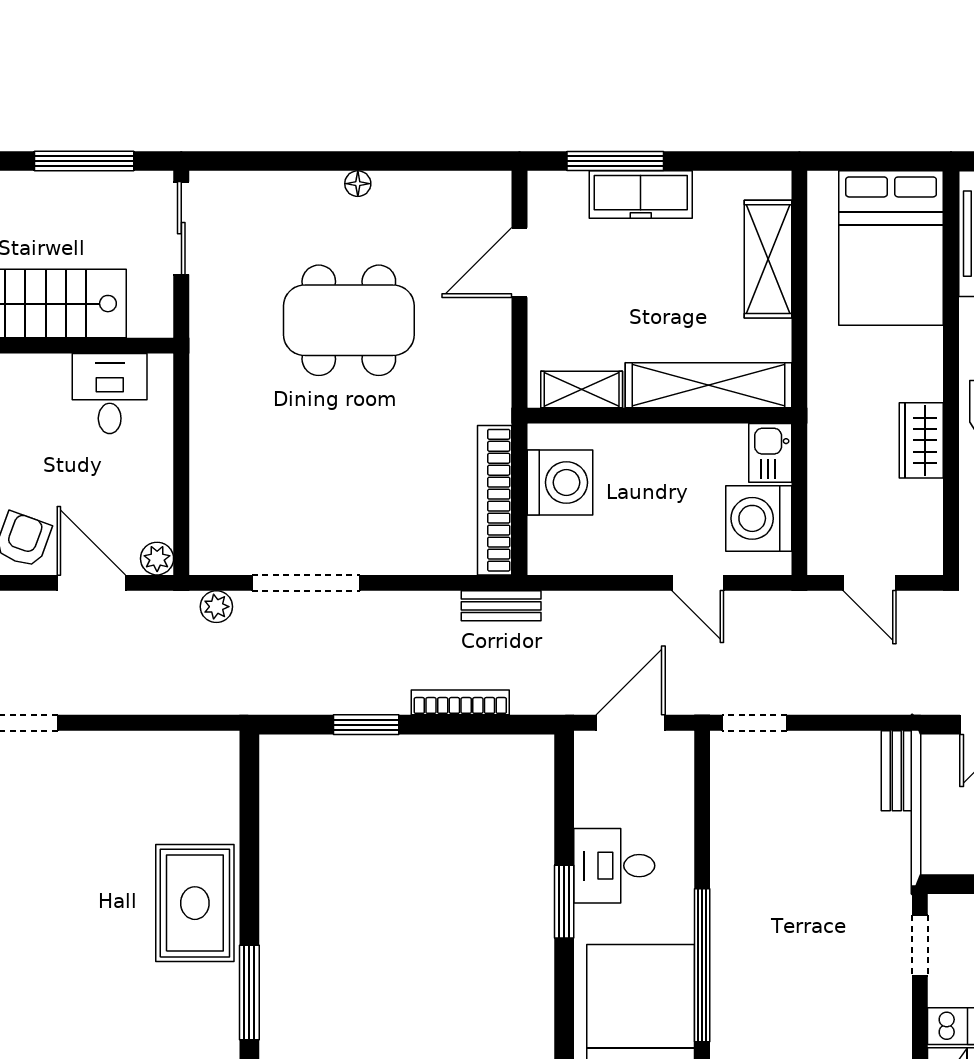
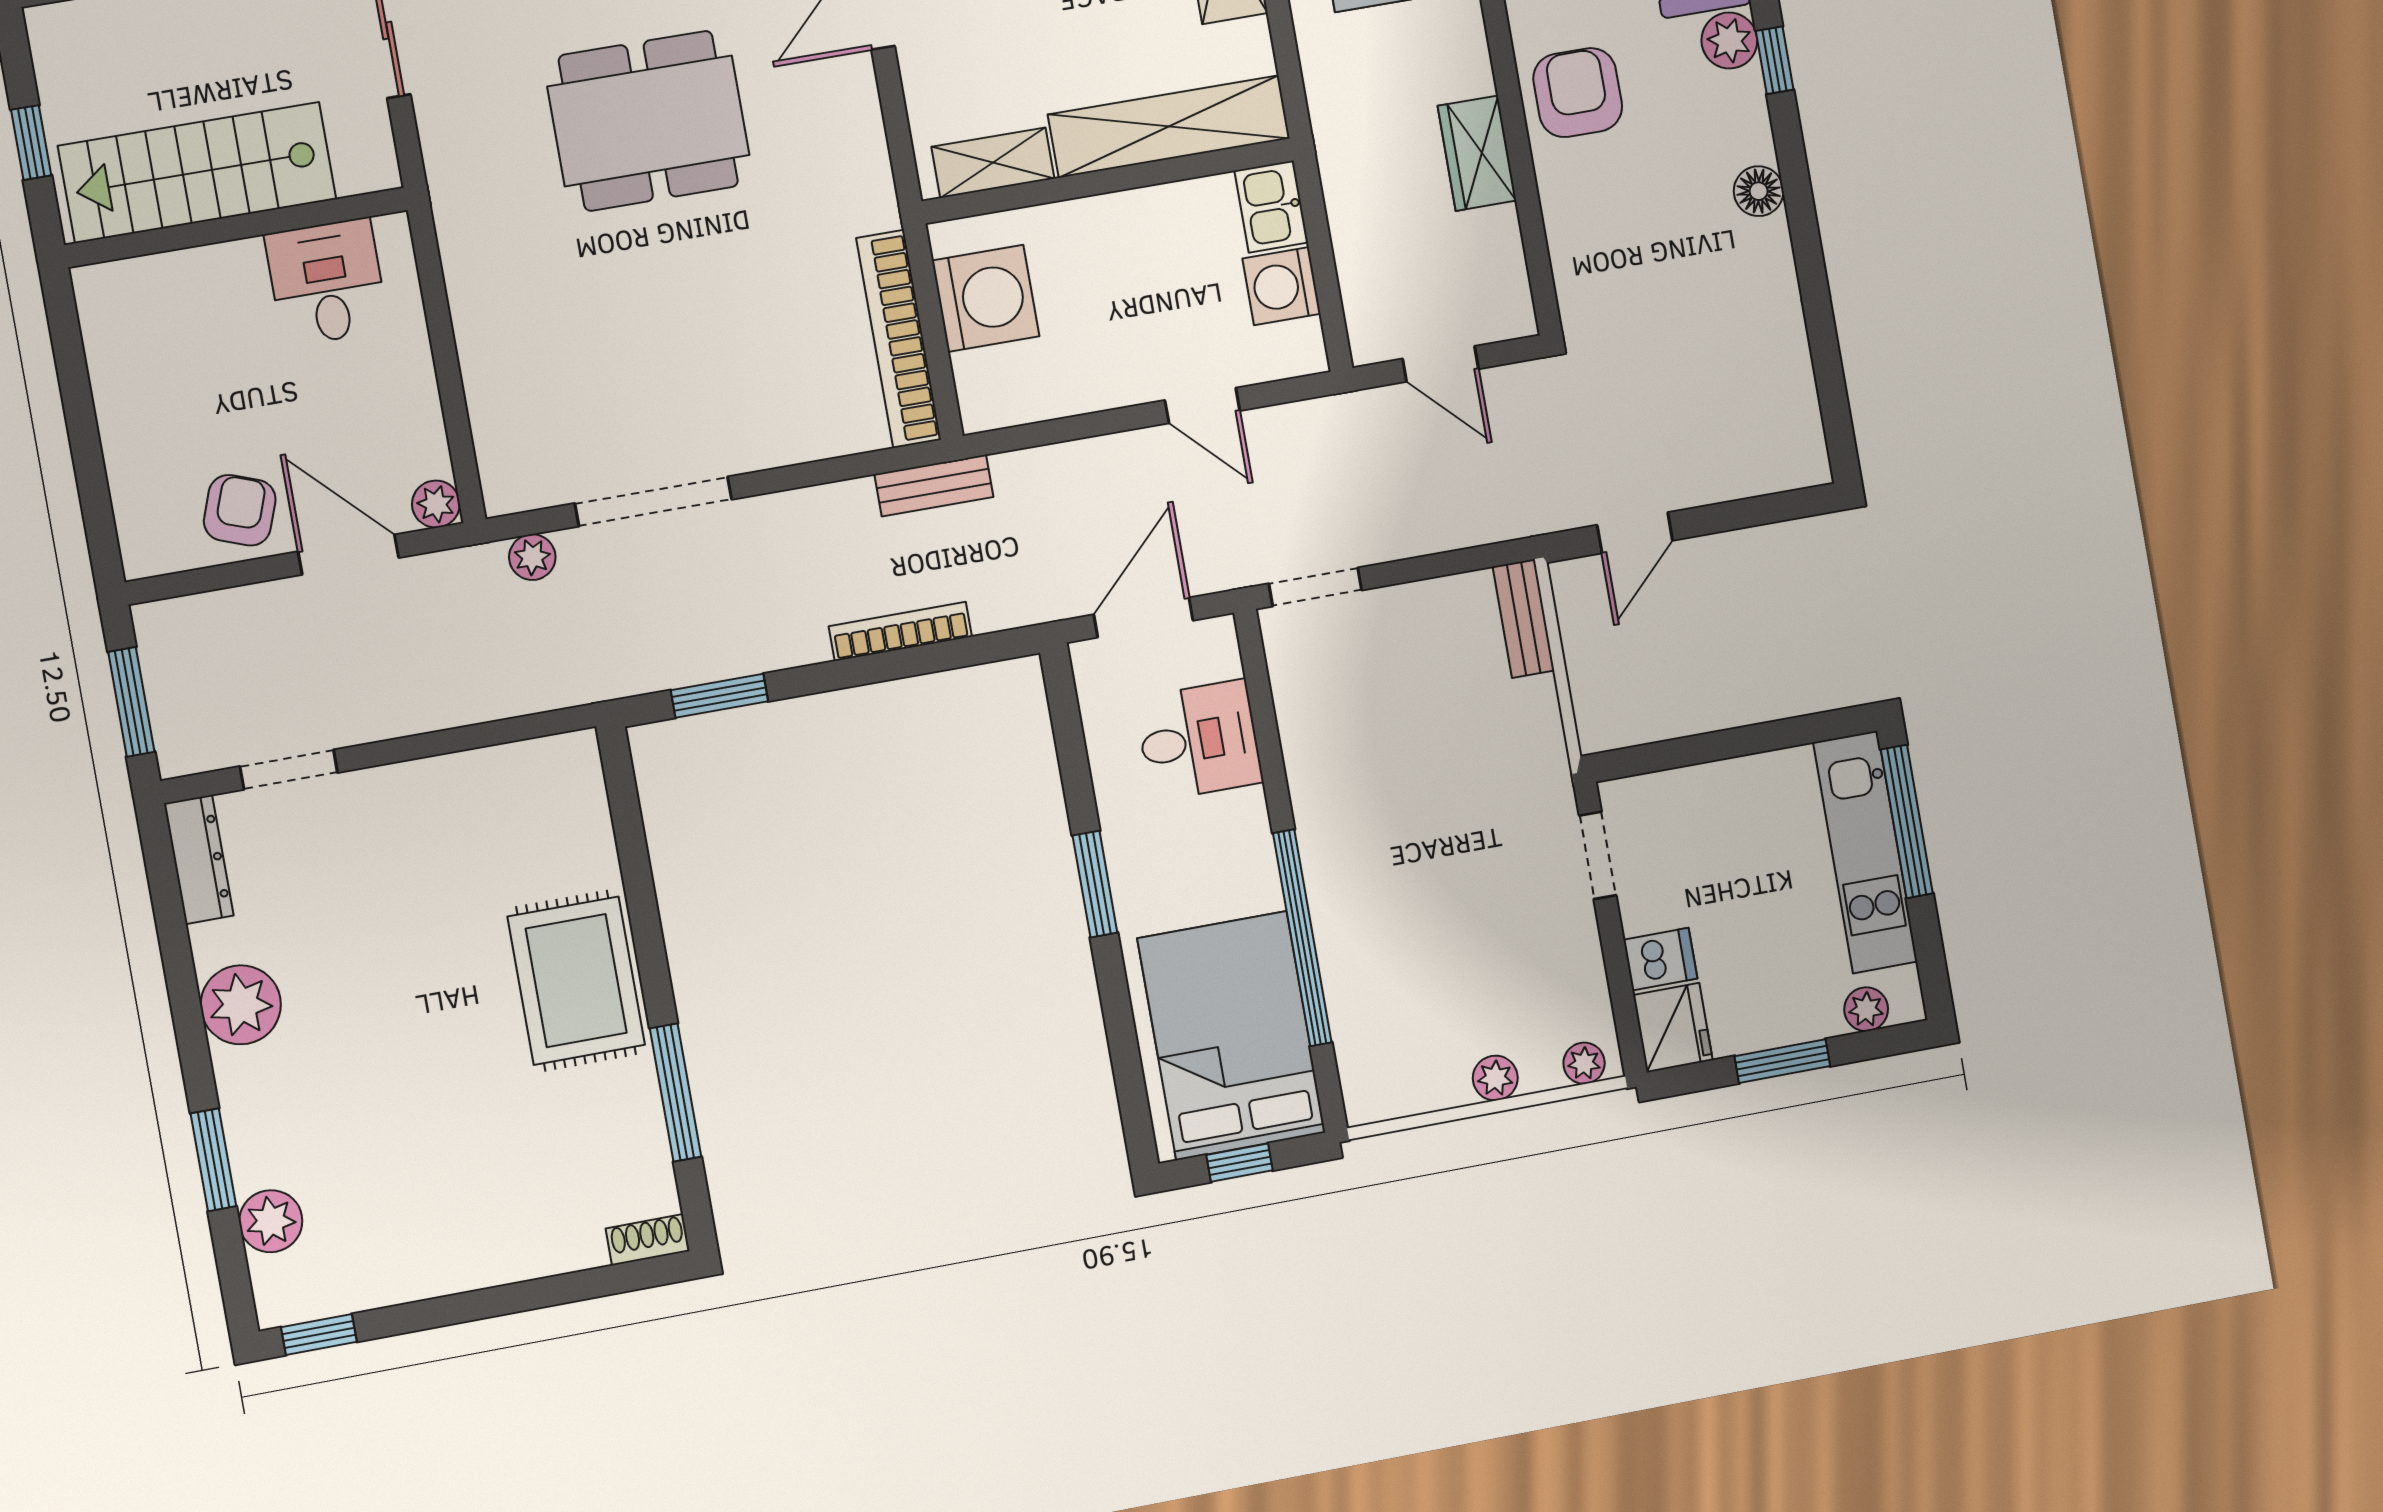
washing machine: (759, 518) -> (1282, 286), width x0.73, depth x0.73
window: (366, 725) -> (719, 696), moved
desk: (614, 866) -> (1199, 740), moved, turned 180

